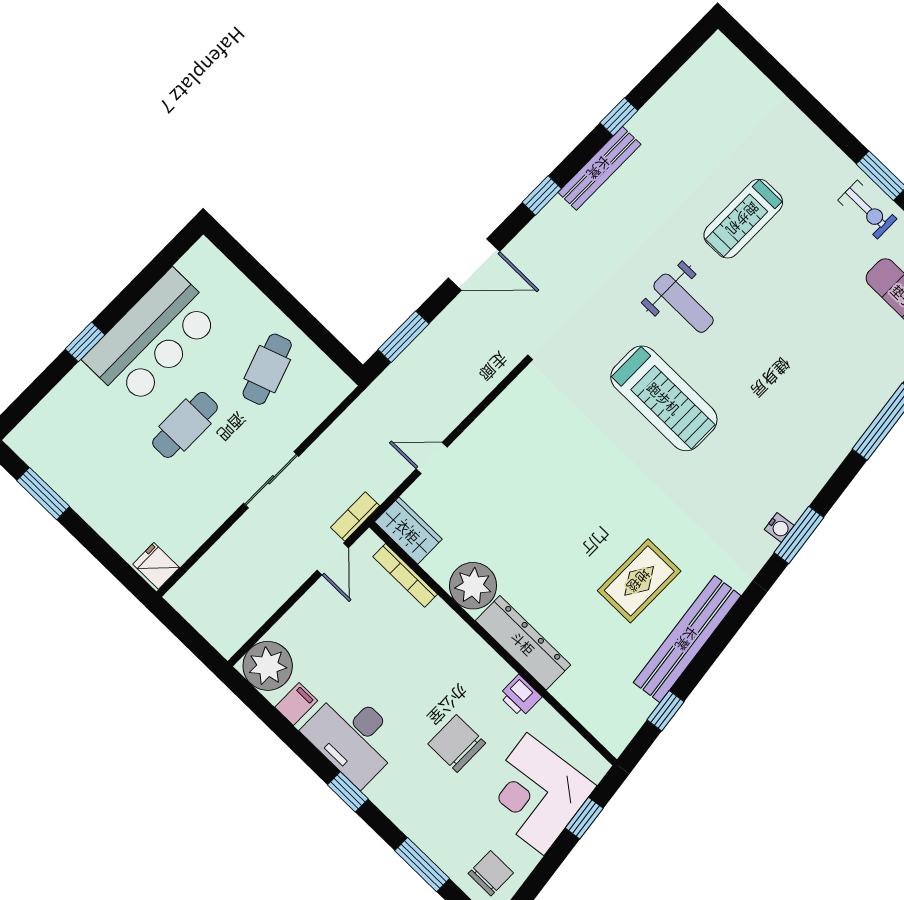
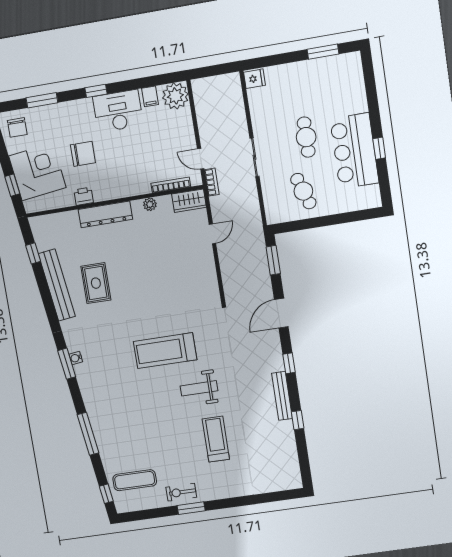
window: (85, 342) -> (379, 148), moved
plant: (473, 586) -> (150, 204), width x0.53, depth x0.53

